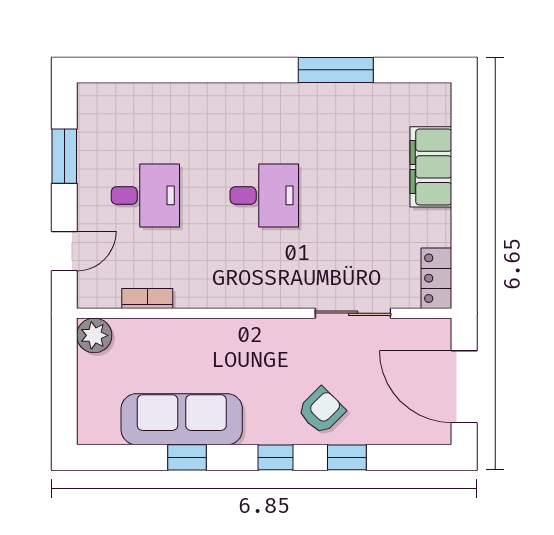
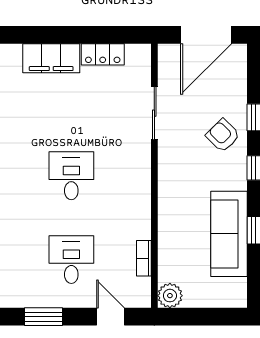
locker: (436, 278) -> (103, 54), moved

